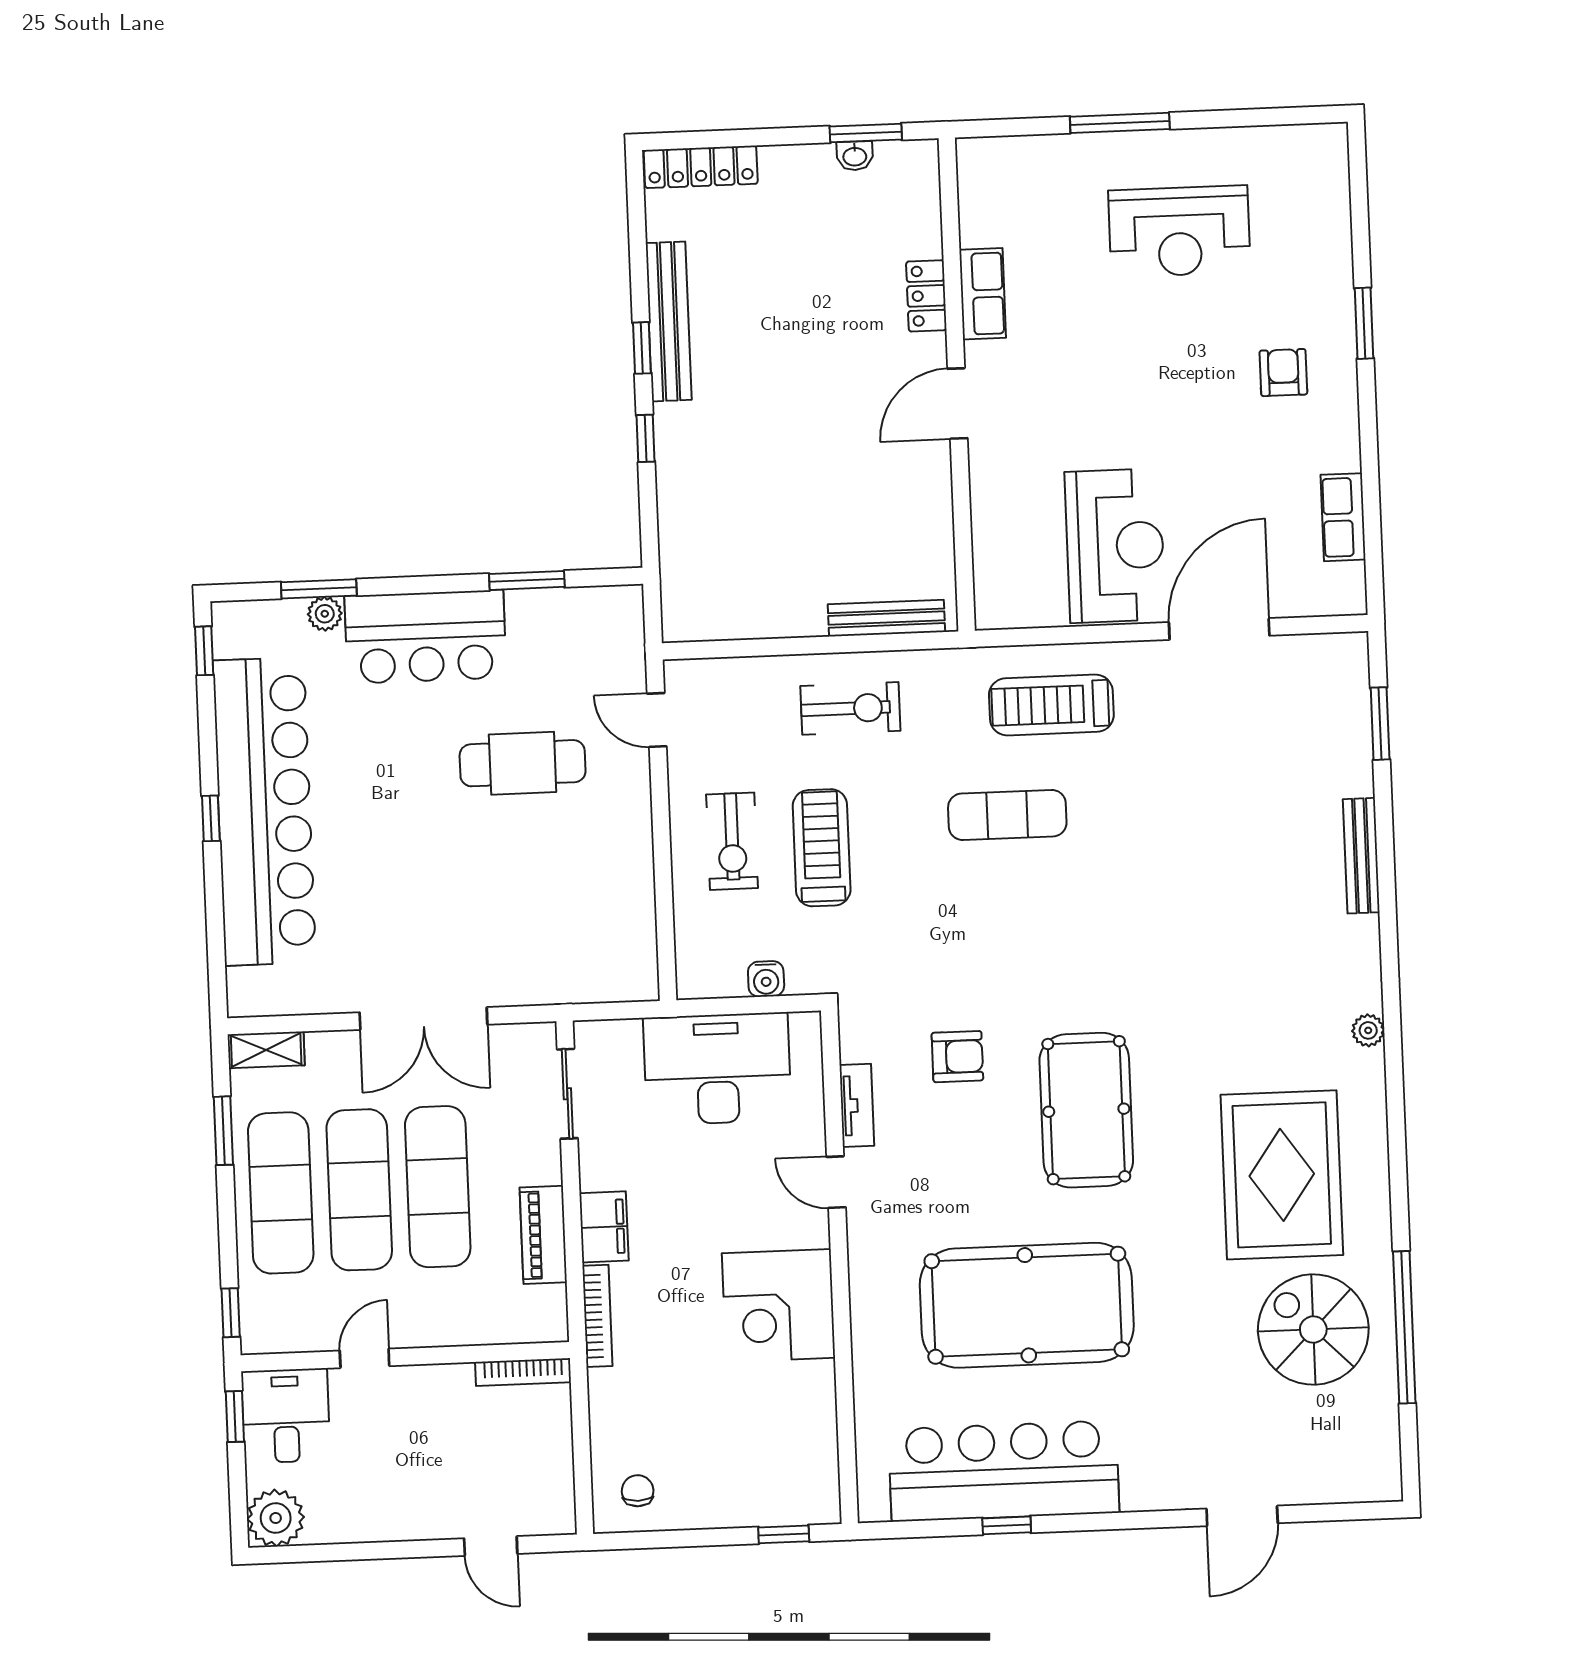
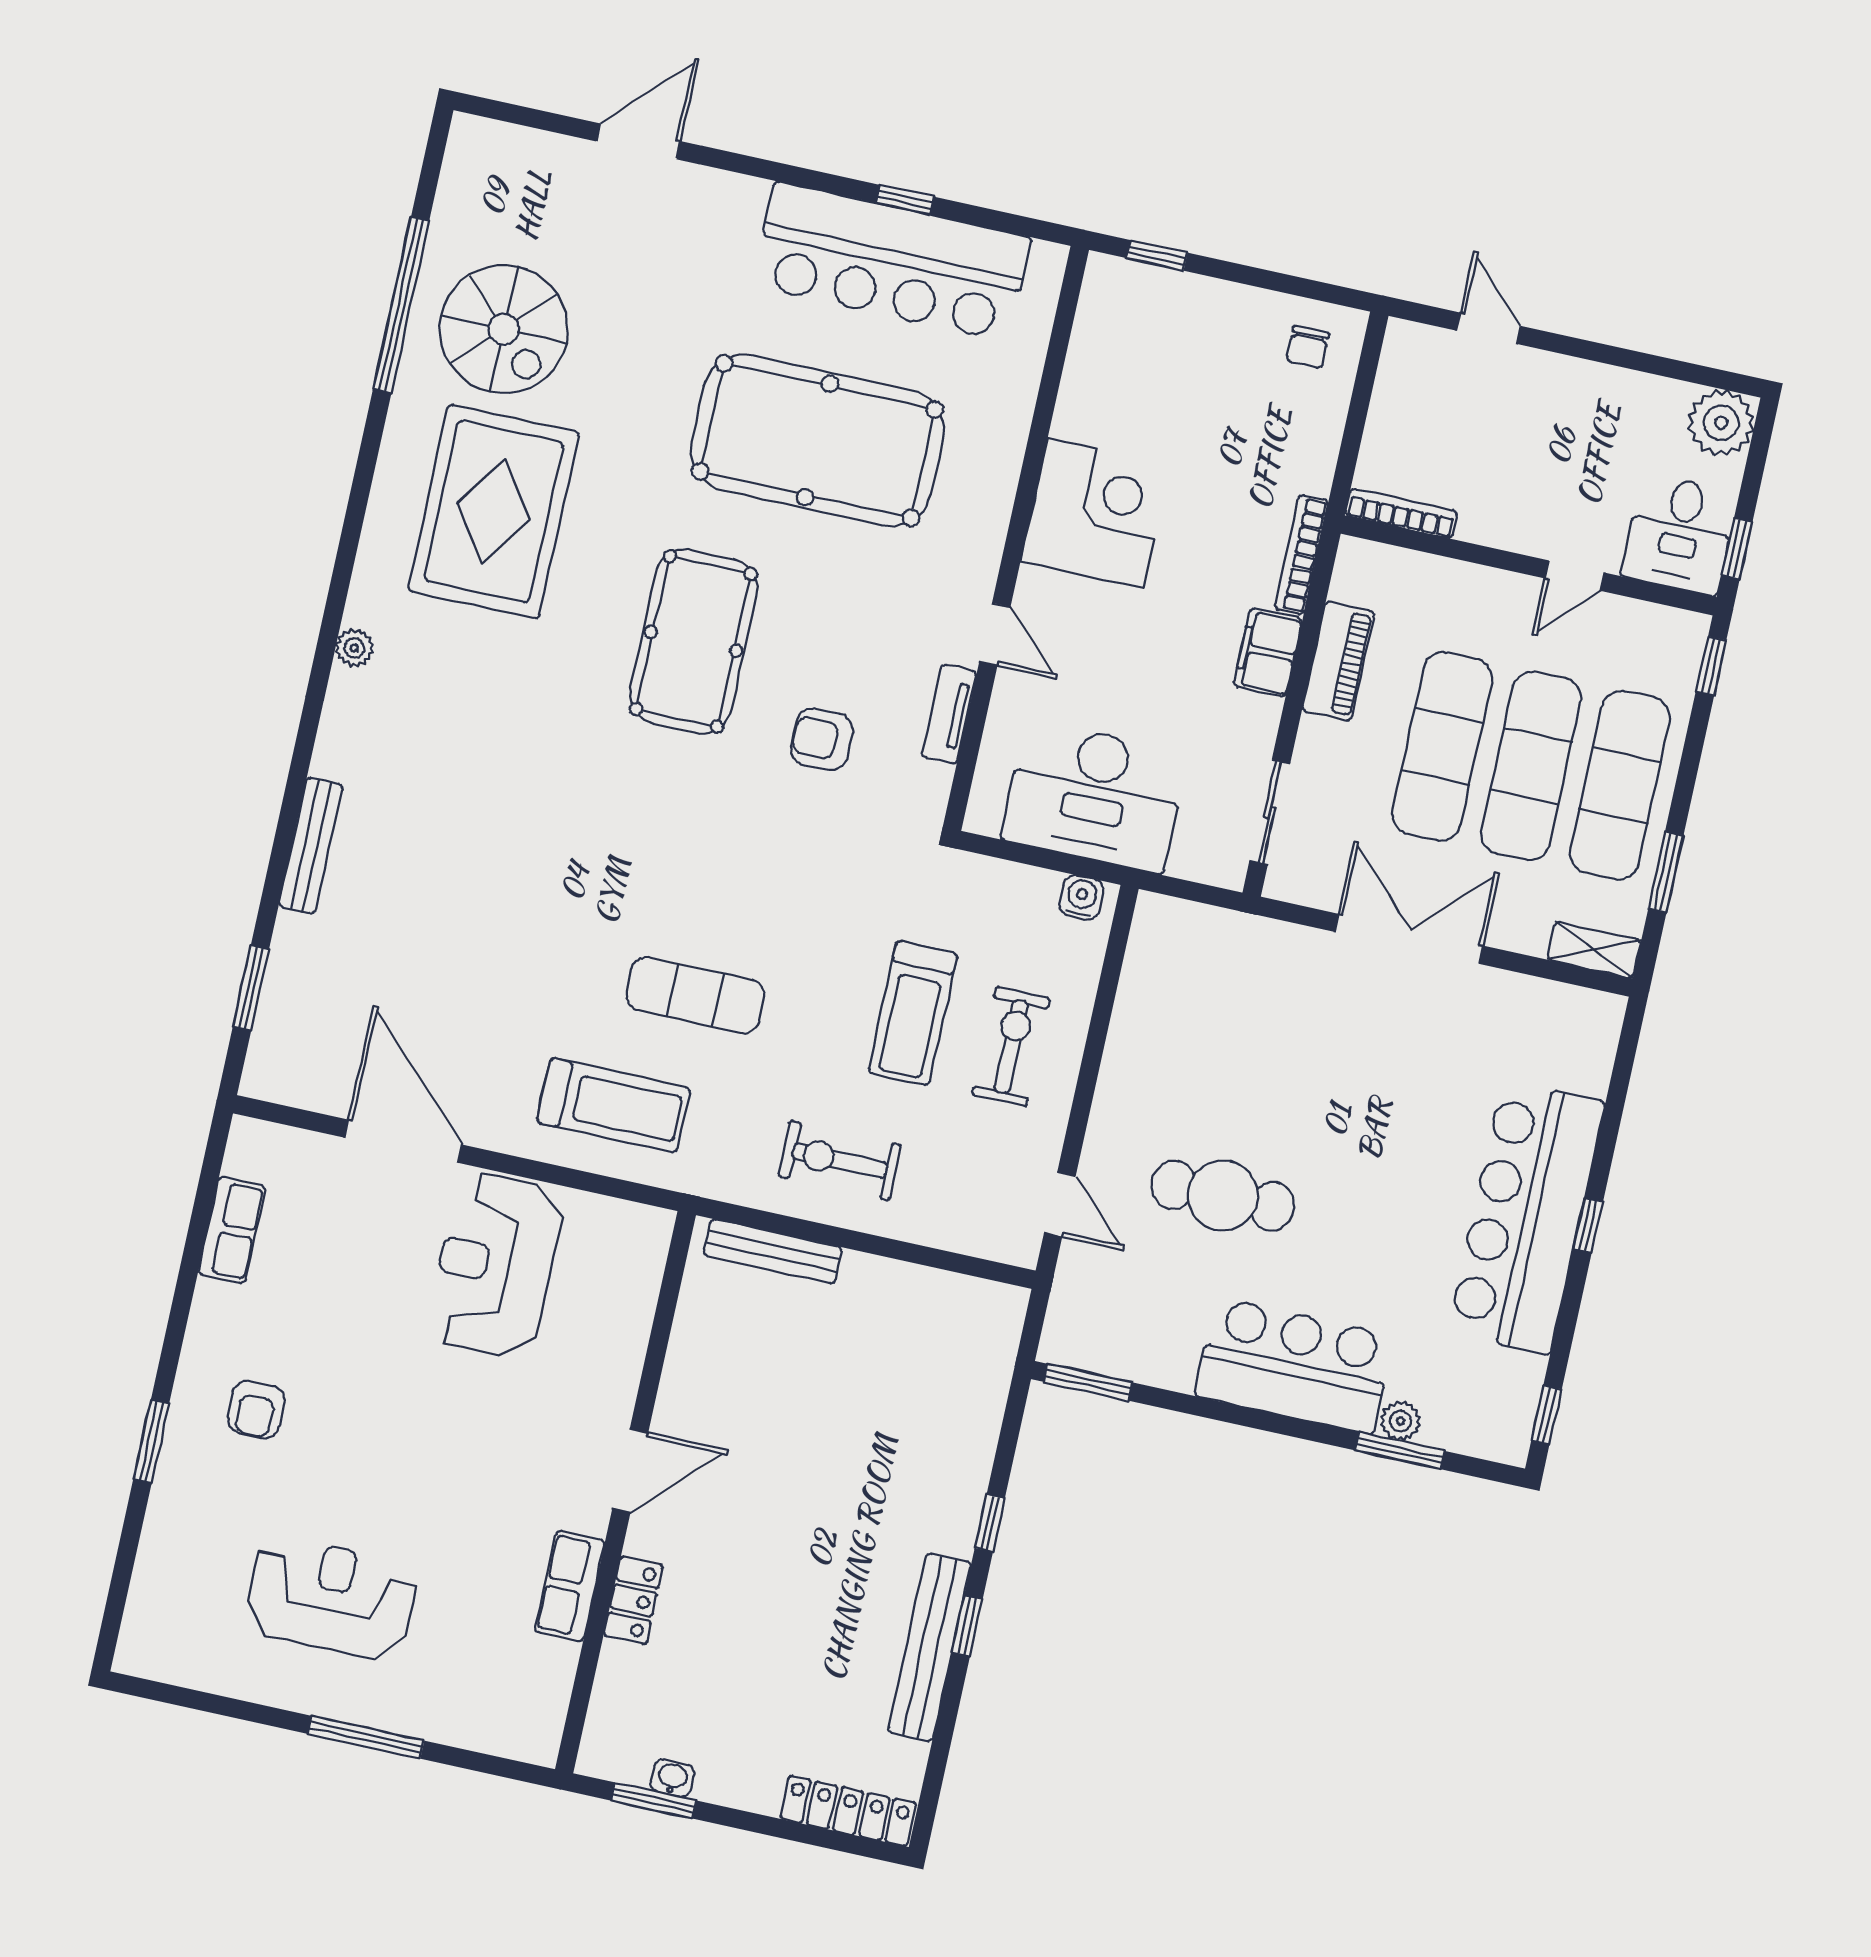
window: (527, 580) -> (1088, 1382), moved
door: (1219, 629) -> (403, 1141), swing flipped
bar counter: (264, 811) -> (1526, 1217), width x0.73
water cooler: (766, 979) -> (1081, 897), moved

